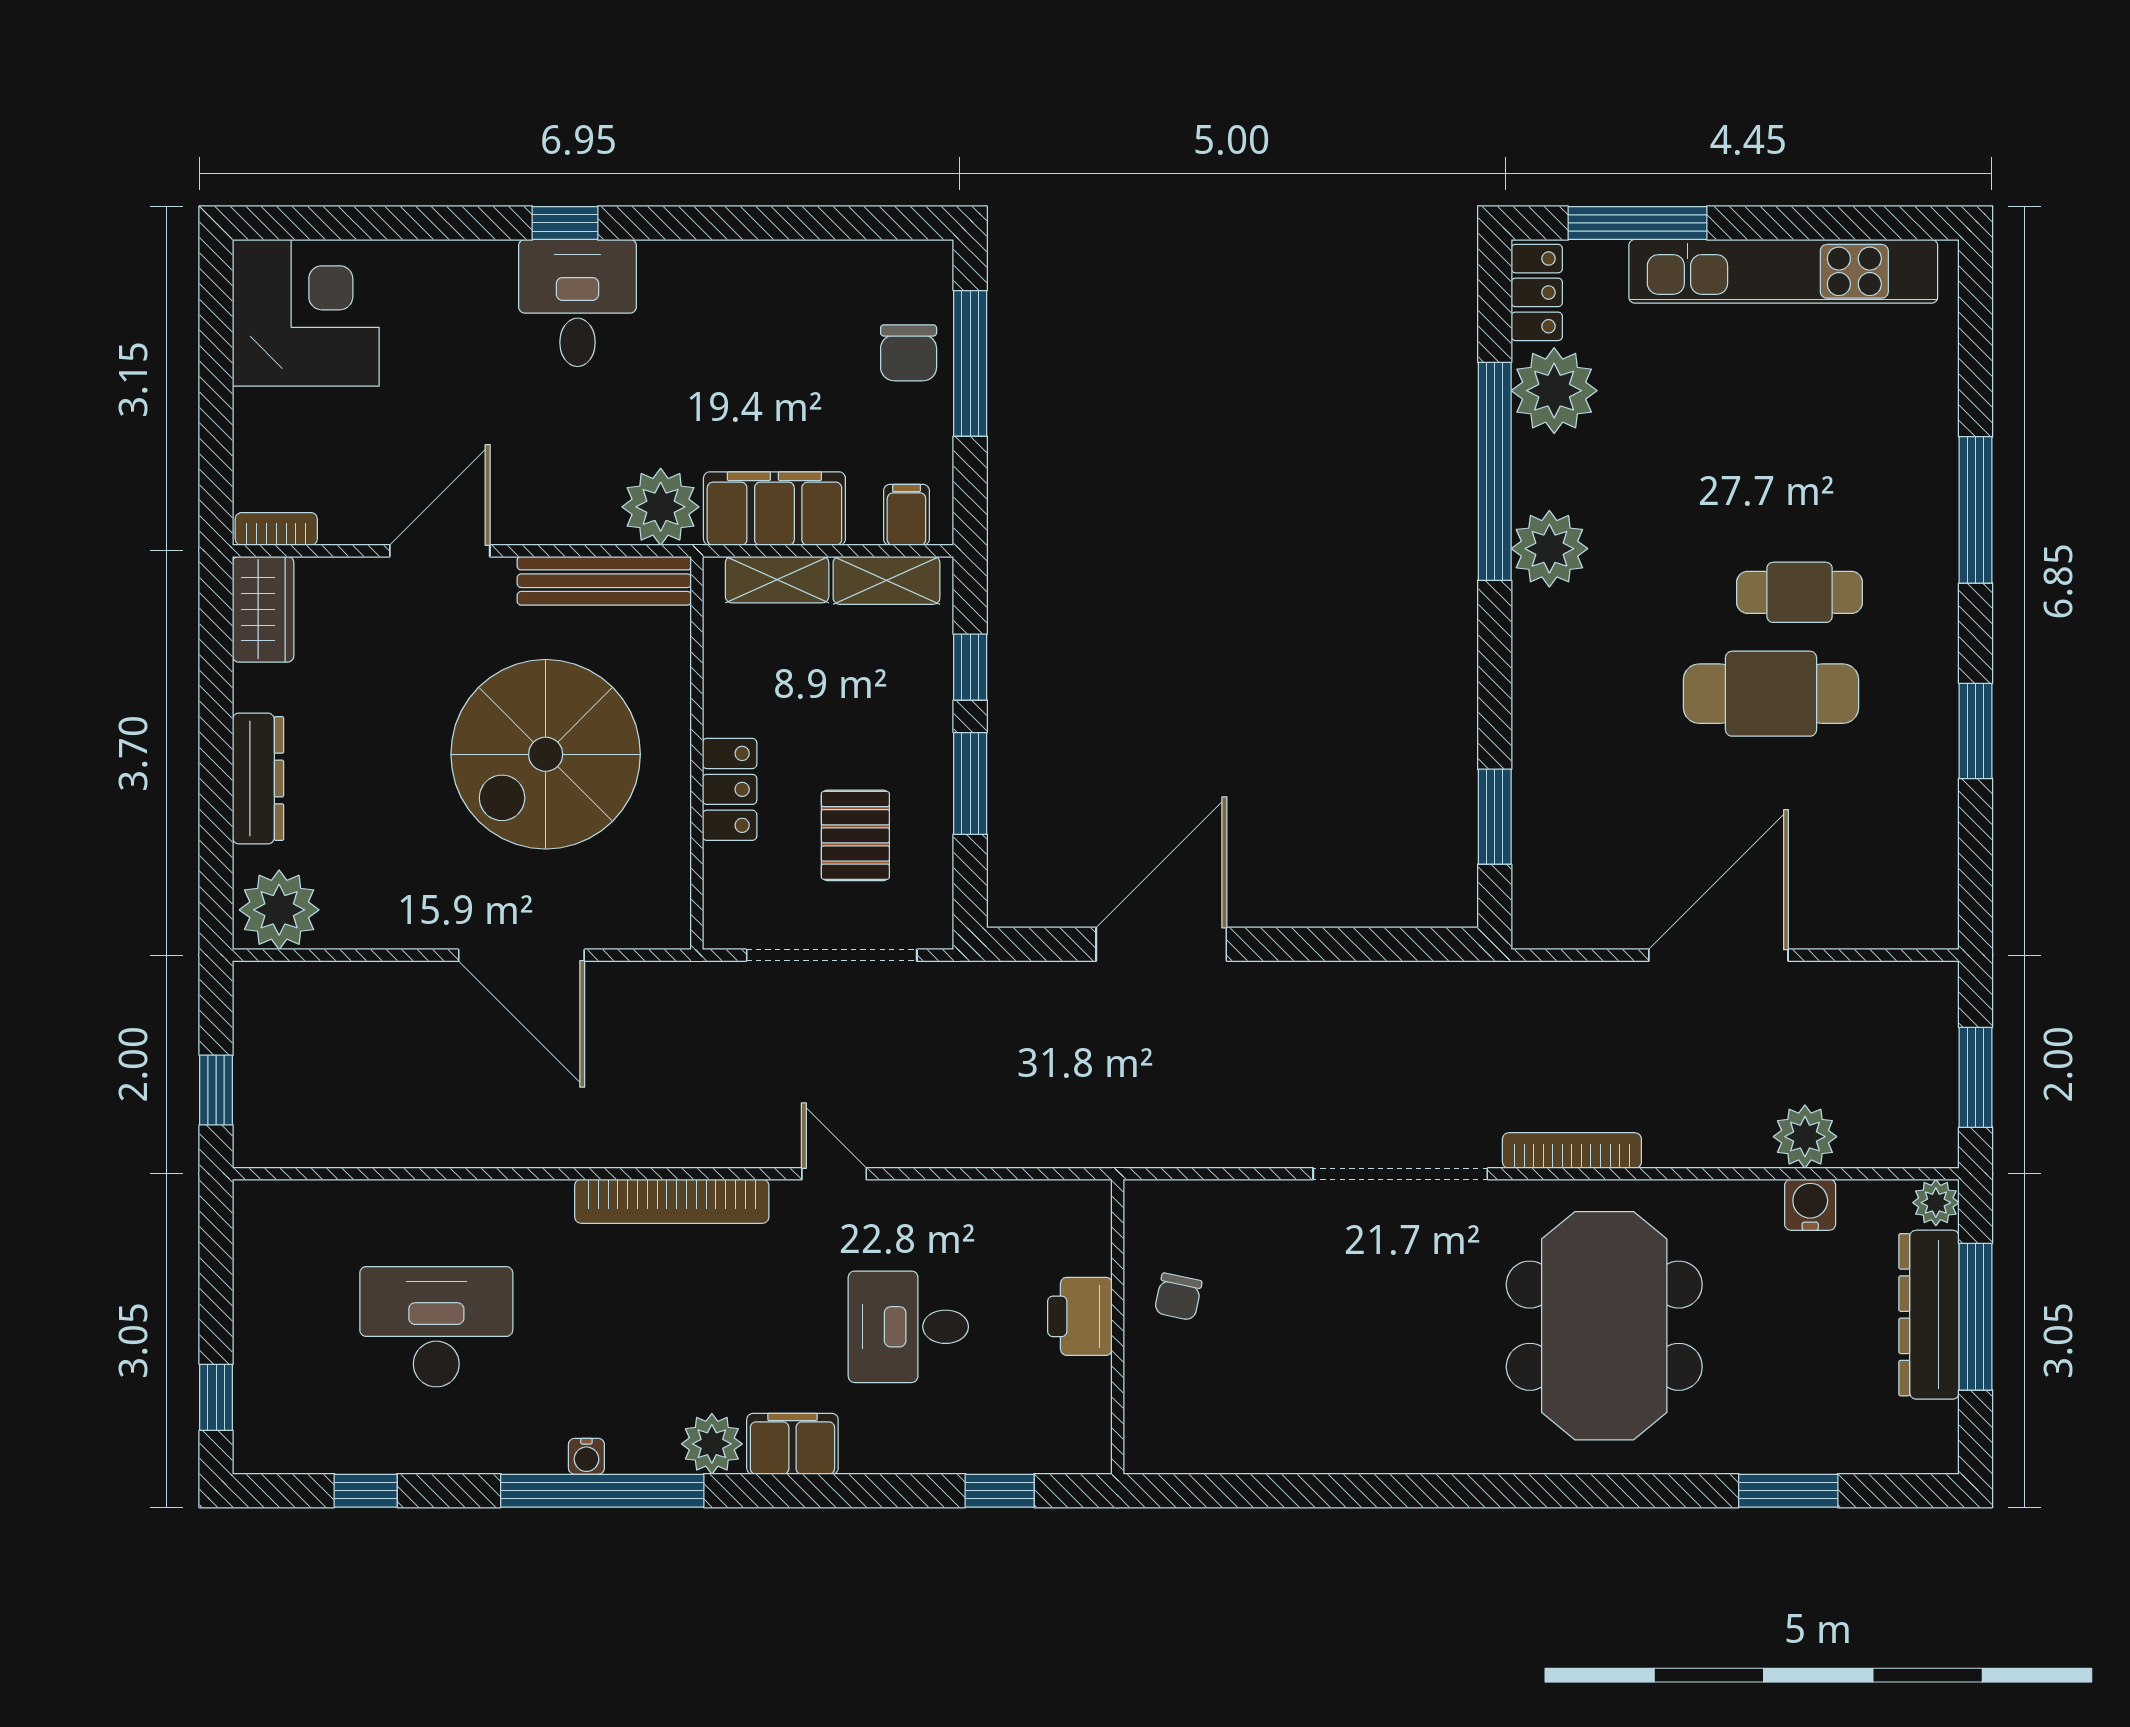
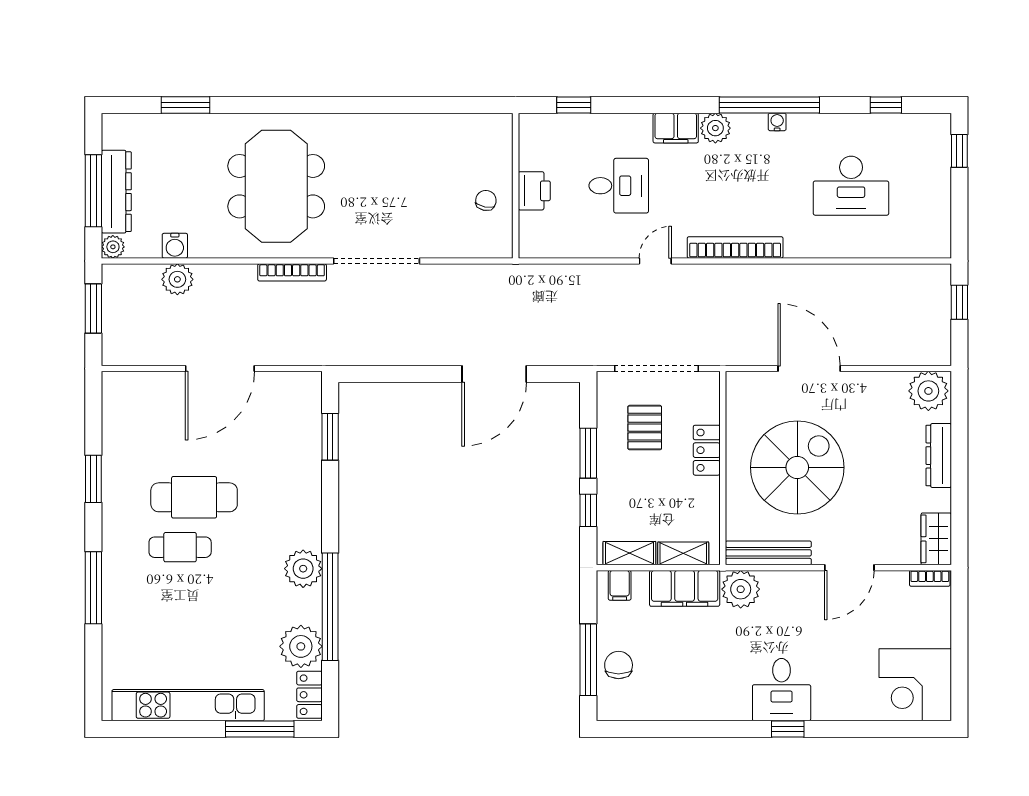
door: (834, 1174) -> (655, 261), swing flipped

